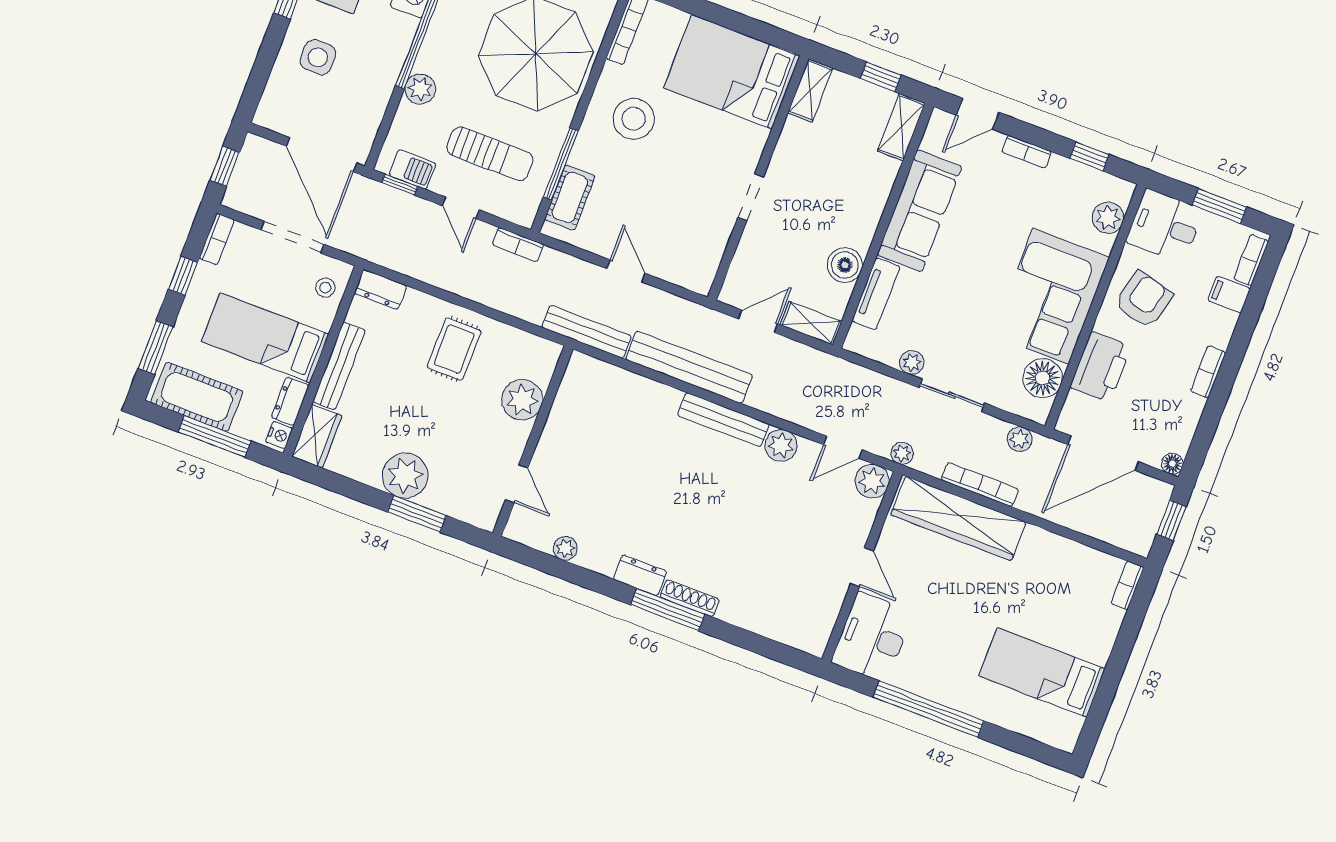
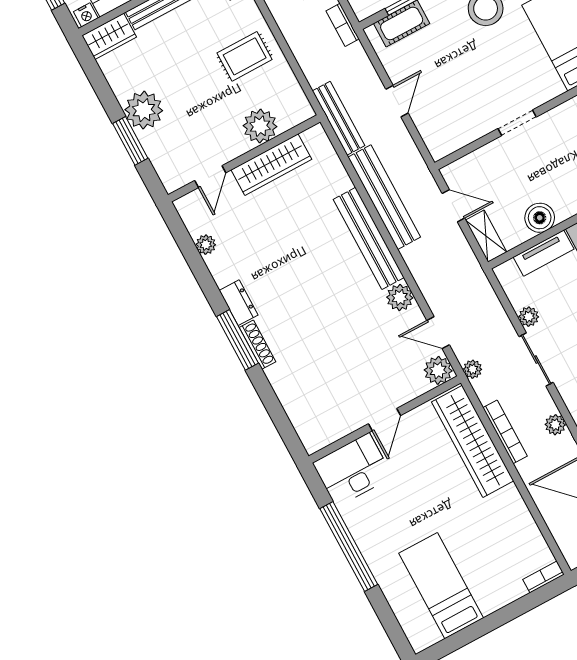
bench: (723, 420) -> (369, 238), width x1.37, depth x1.21
wardrobe: (562, 426) -> (271, 165), added

